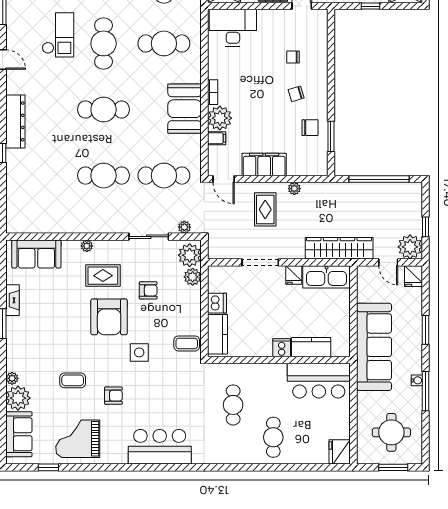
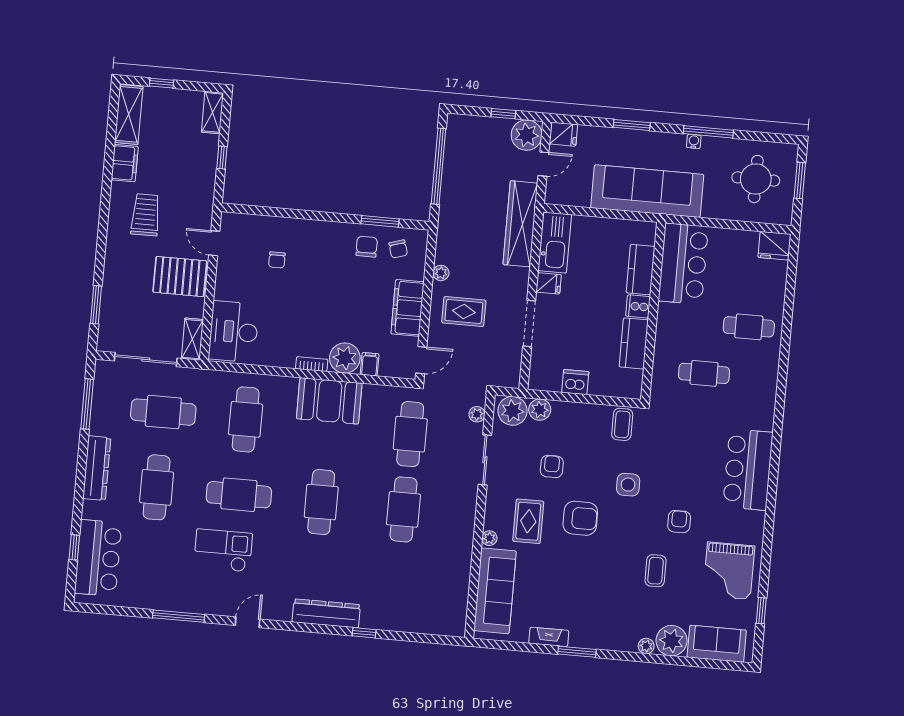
chair: (296, 94) -> (398, 249), moved
sofa: (36, 254) -> (495, 591), width x1.36
armchair: (109, 317) -> (580, 518), width x0.73, depth x0.73
kitchen counter: (218, 334) -> (634, 343), moved, turned -90

